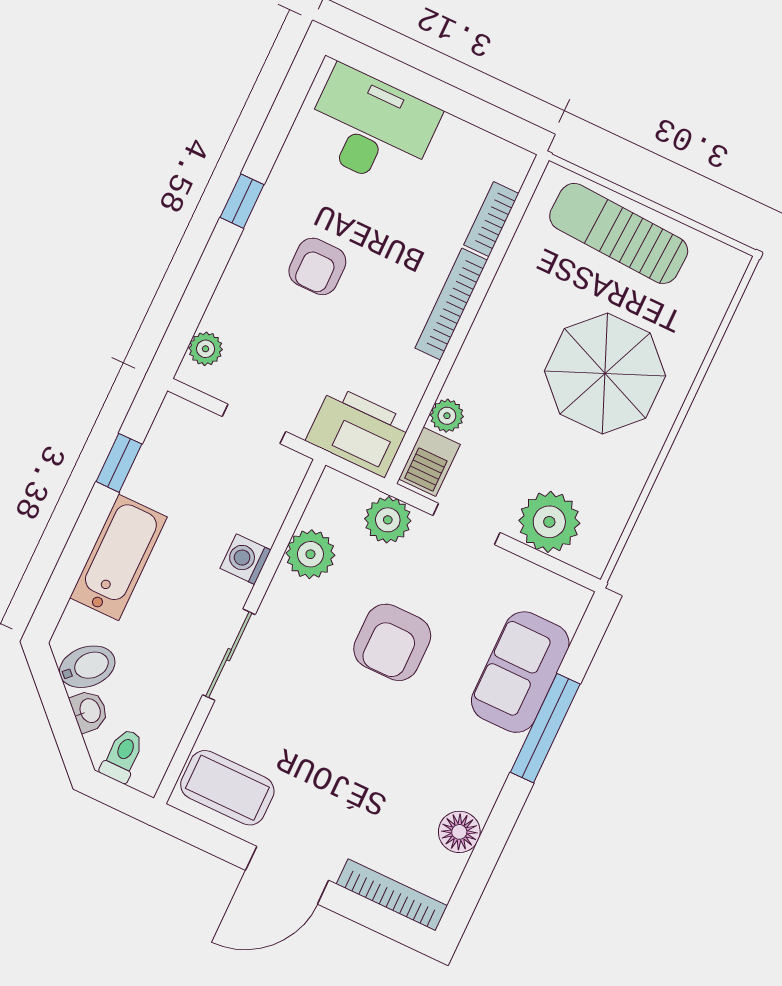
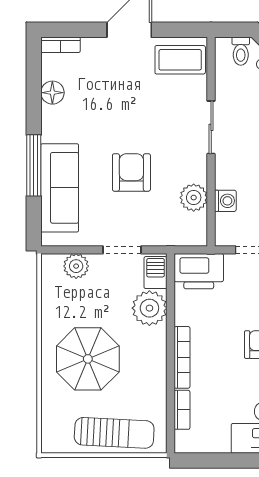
plant: (447, 416) -> (149, 308), width x1.88, depth x1.88
plant: (388, 520) -> (163, 233), removed
plant: (549, 522) -> (76, 266), width x0.73, depth x0.73
washing machine: (246, 559) -> (225, 201), moved
sofa: (520, 672) -> (60, 188), width x1.36
bookcase: (392, 895) -> (61, 45), width x0.64

